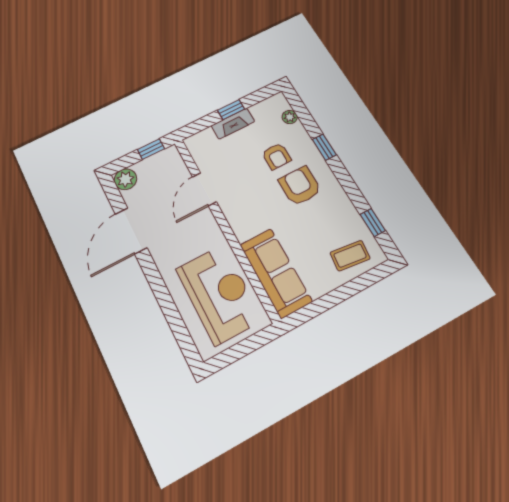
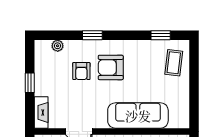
fireplace: (233, 124) -> (41, 112), moved
armchair: (276, 156) -> (81, 71), turned 90
sofa: (276, 273) -> (138, 116), moved

